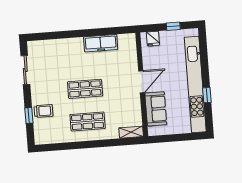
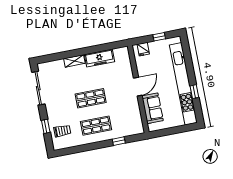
sliding door: (25, 70) -> (38, 88), width x1.37
trolley: (43, 111) -> (62, 131), moved
shelving: (131, 132) -> (74, 61), moved
window: (112, 143) -> (119, 141), added

